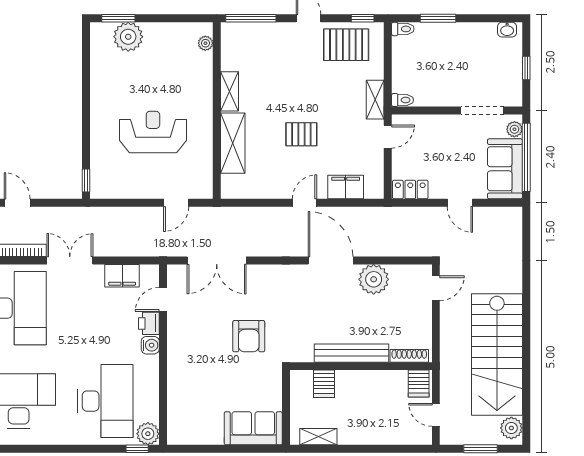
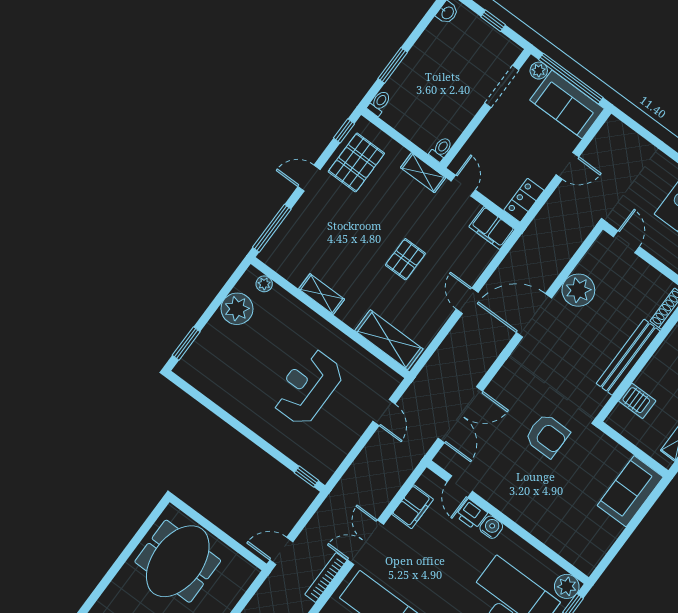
plant: (128, 37) -> (237, 309), moved
shelving: (233, 143) -> (389, 340), moved
filing cabinet: (346, 187) -> (492, 228), moved, turned -90

